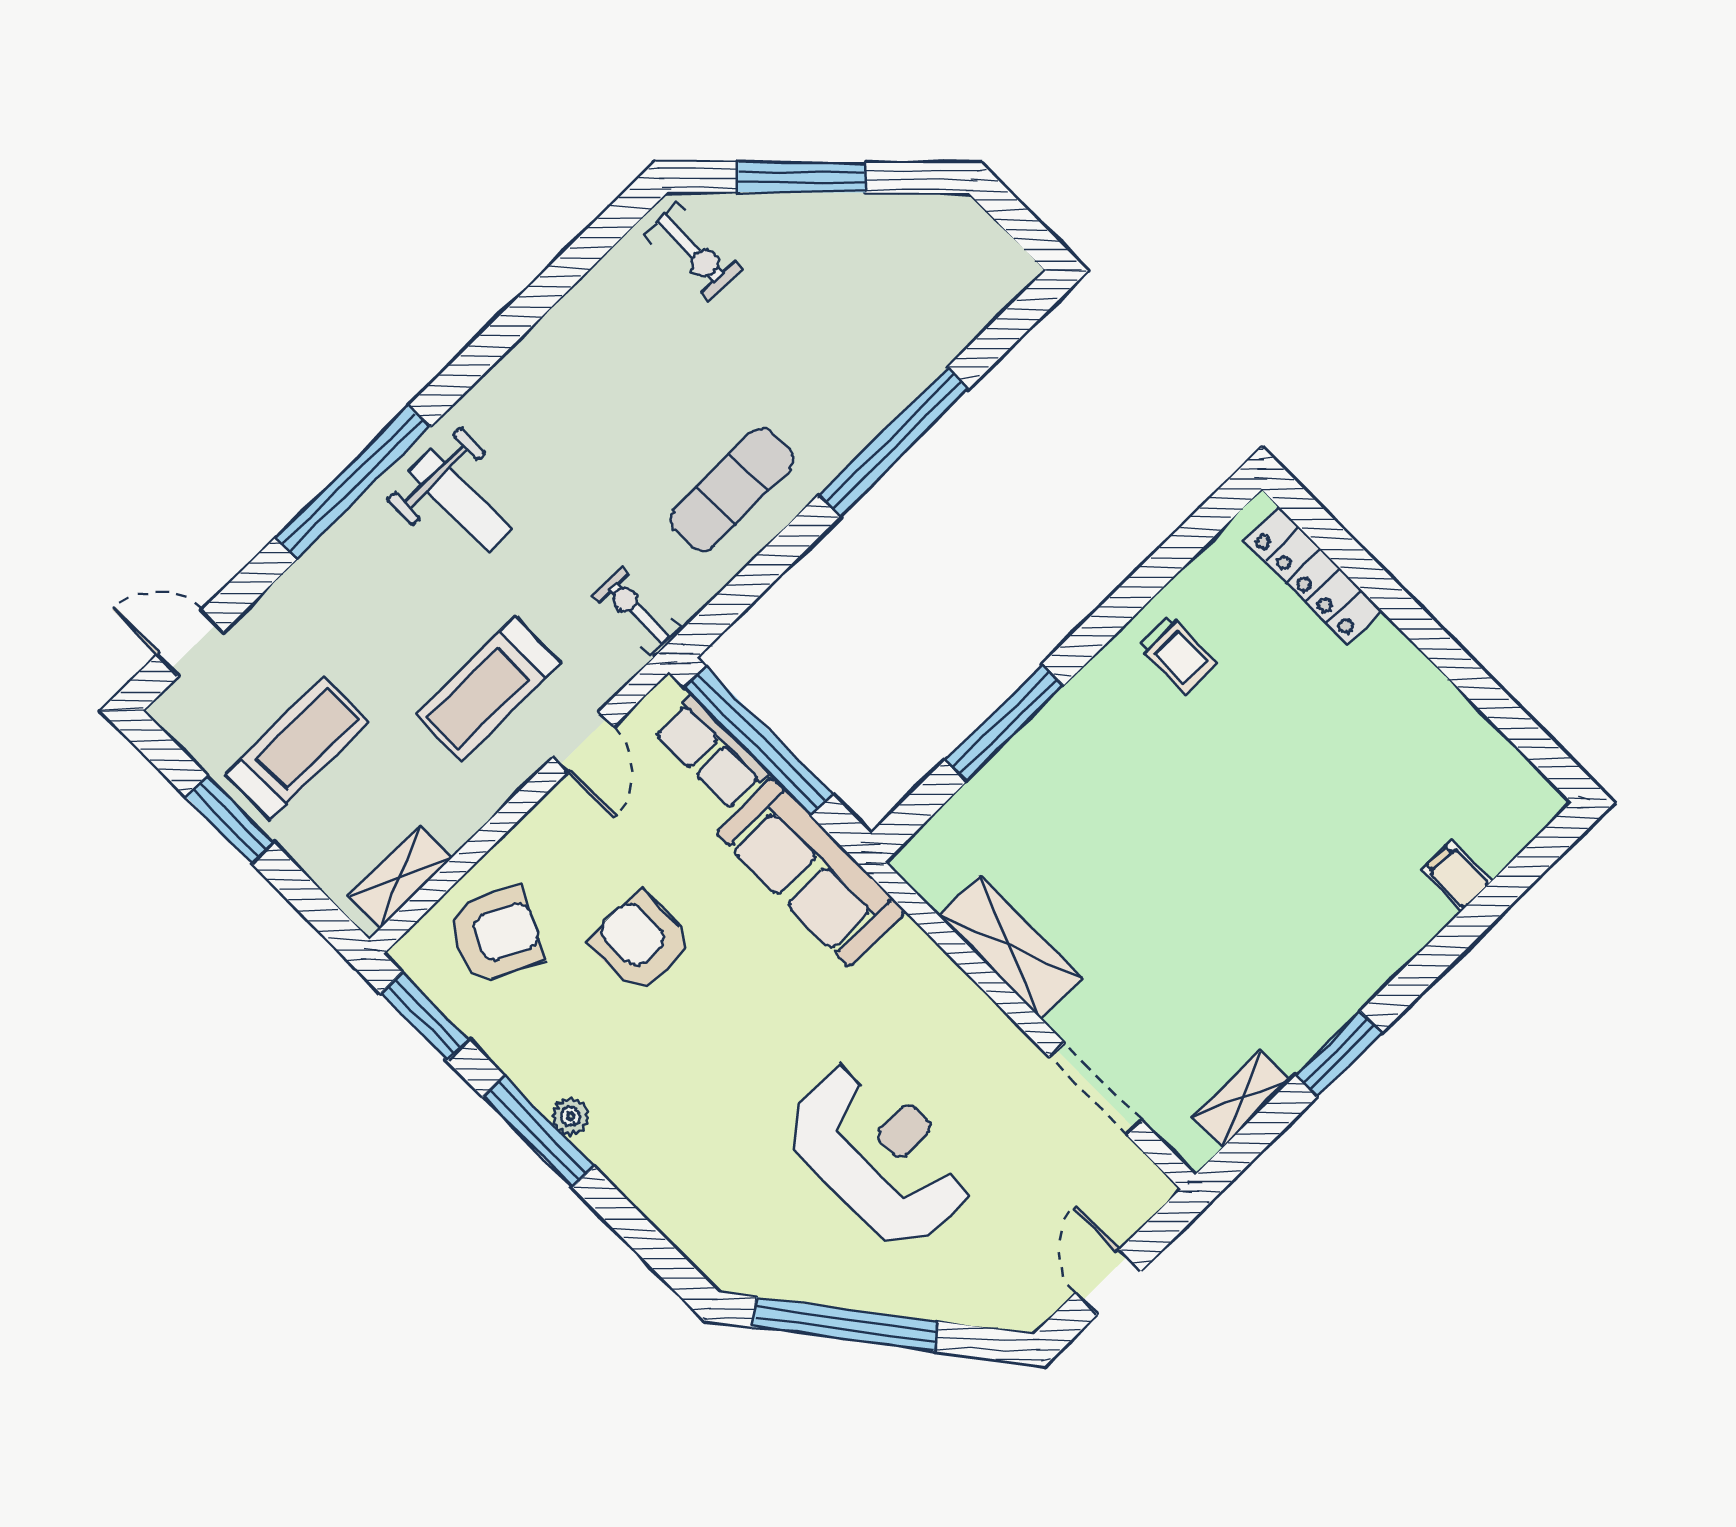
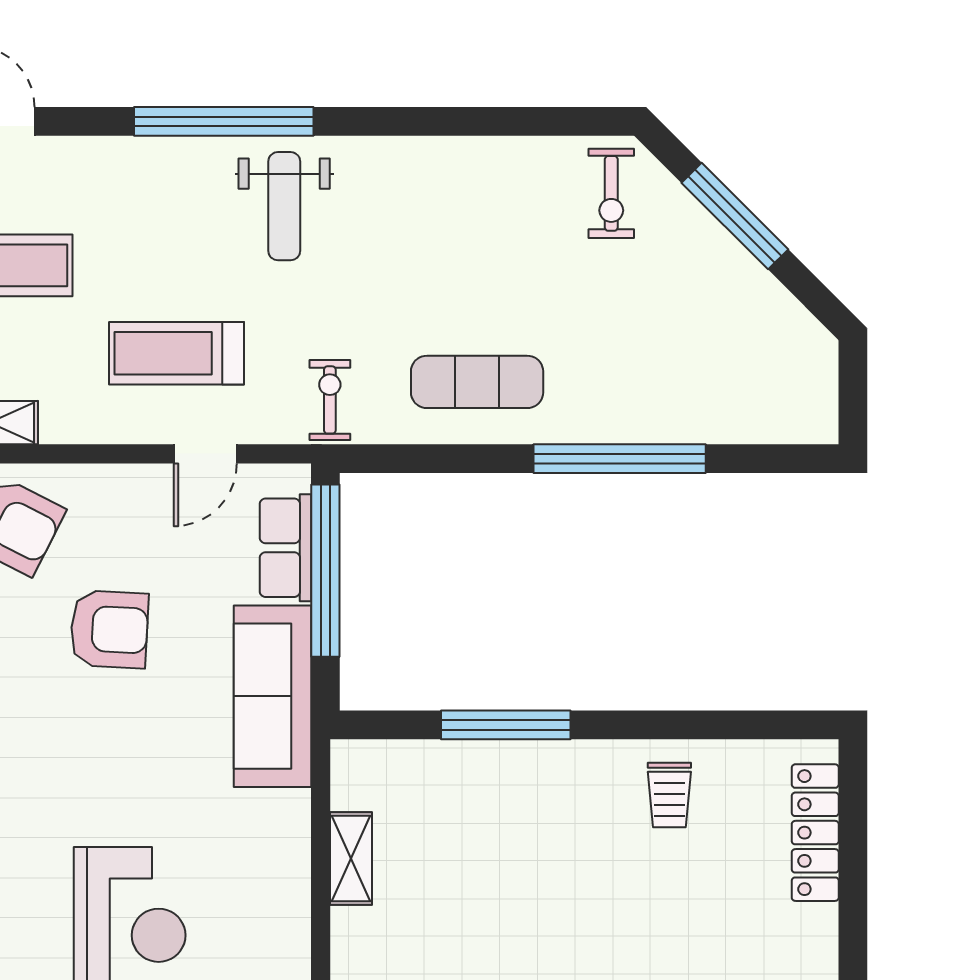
armchair: (641, 943) -> (109, 629), turned 93
shelving: (1010, 947) -> (351, 858), width x0.67, depth x0.75

